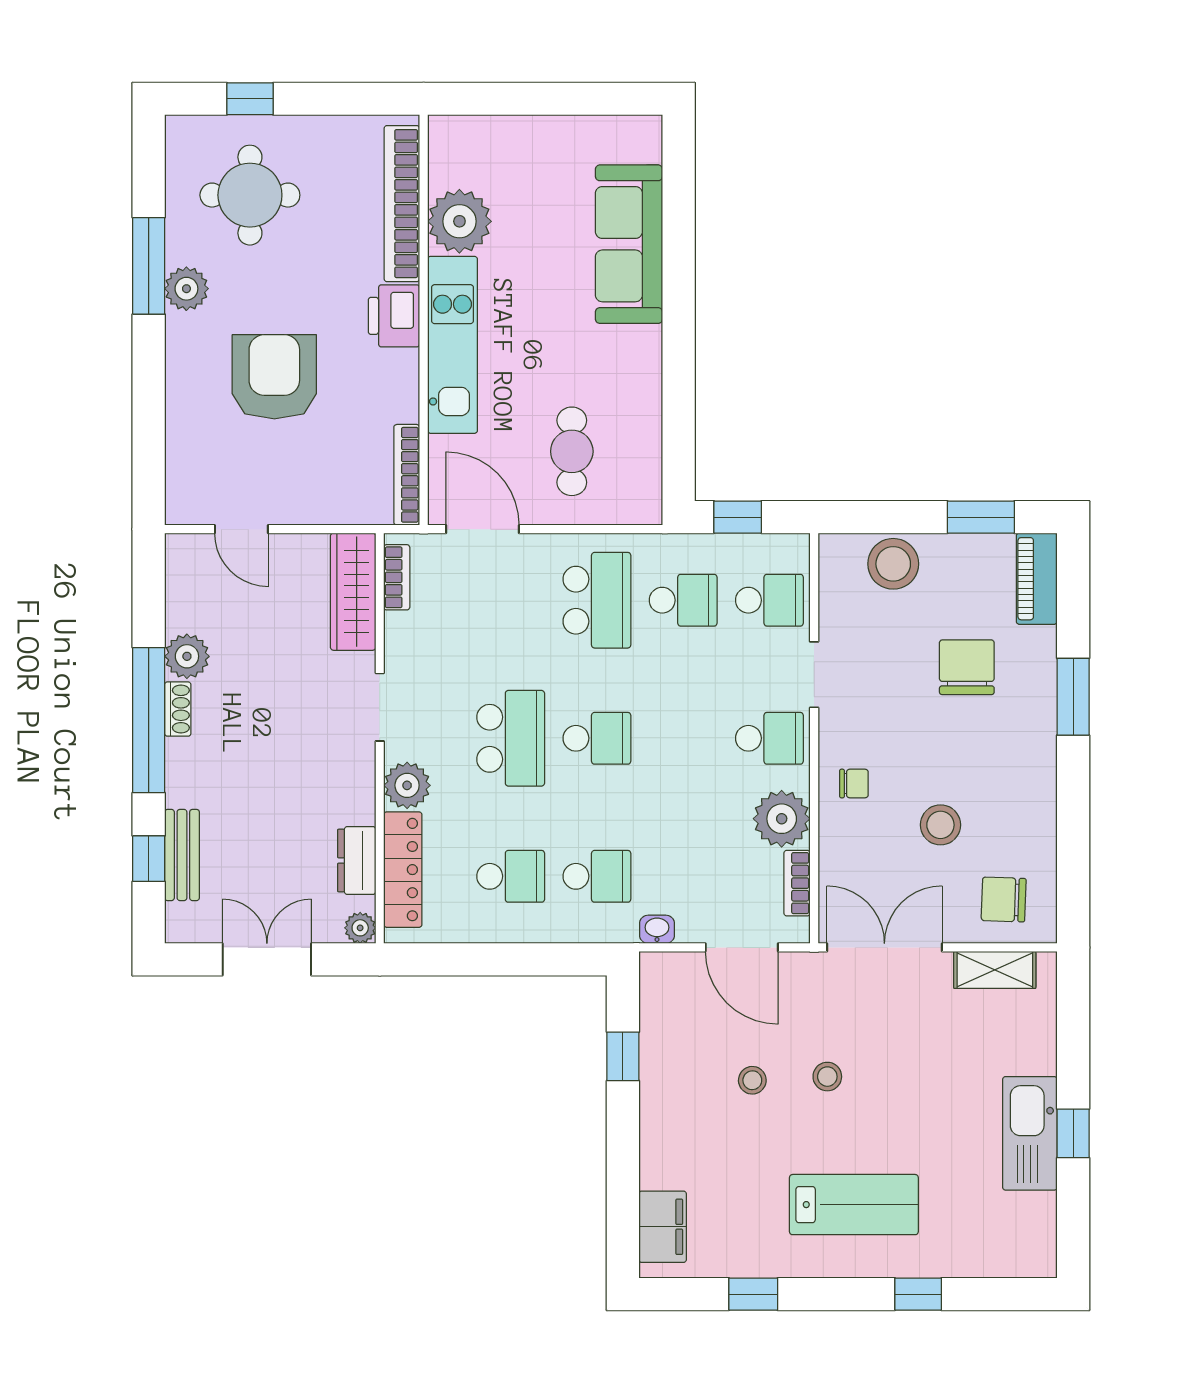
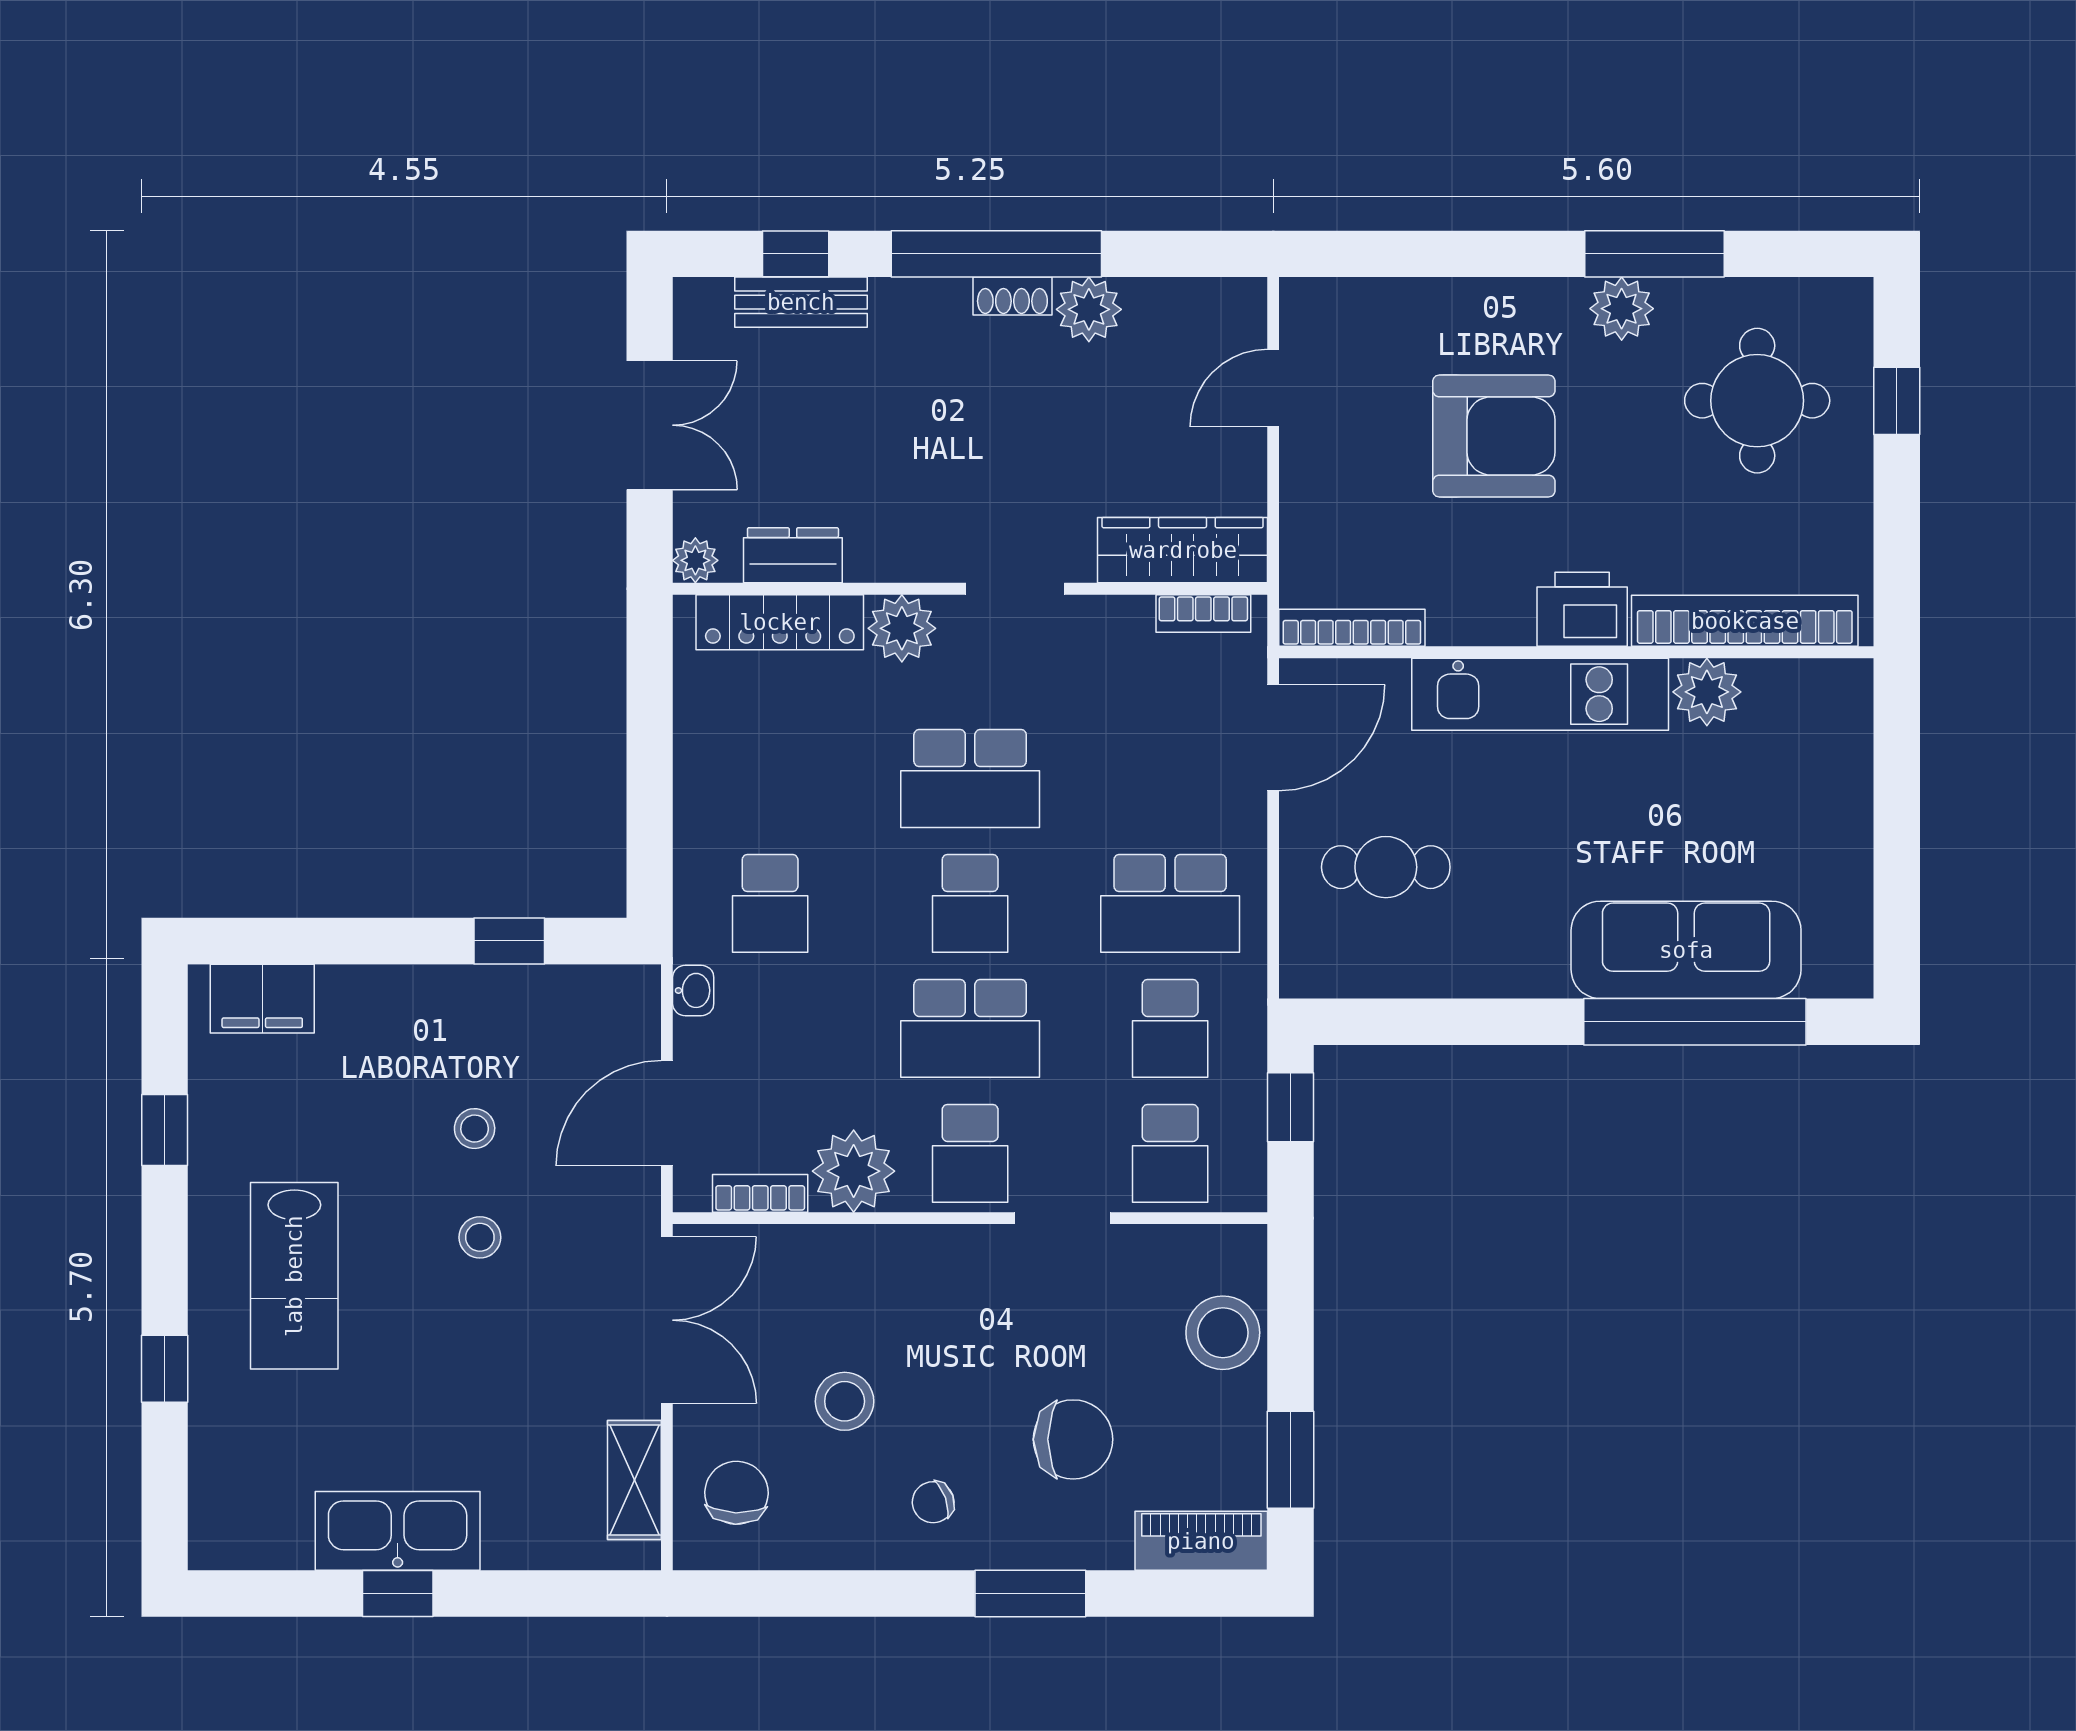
plant: (459, 221) -> (1707, 692), width x0.73, depth x0.73
window: (679, 238) -> (1695, 1022), added
chair: (854, 784) -> (933, 1502), moved, turned 70
school desk: (511, 876) -> (970, 1028), moved, width x1.85

